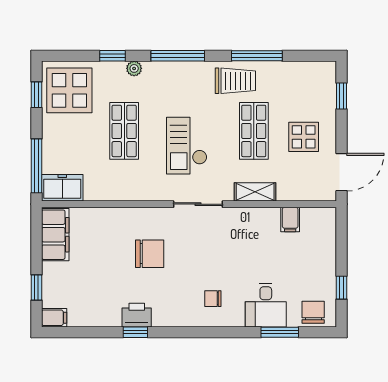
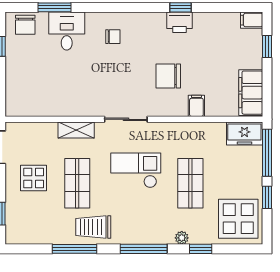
window: (36, 95) -> (267, 197), moved
checkout: (187, 146) -> (136, 170), turned -90
filing cabinet: (290, 219) -> (196, 106), moved

